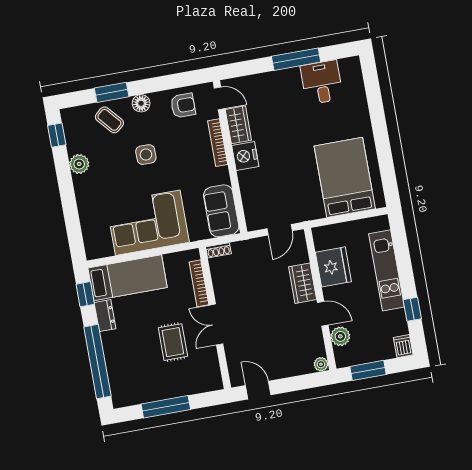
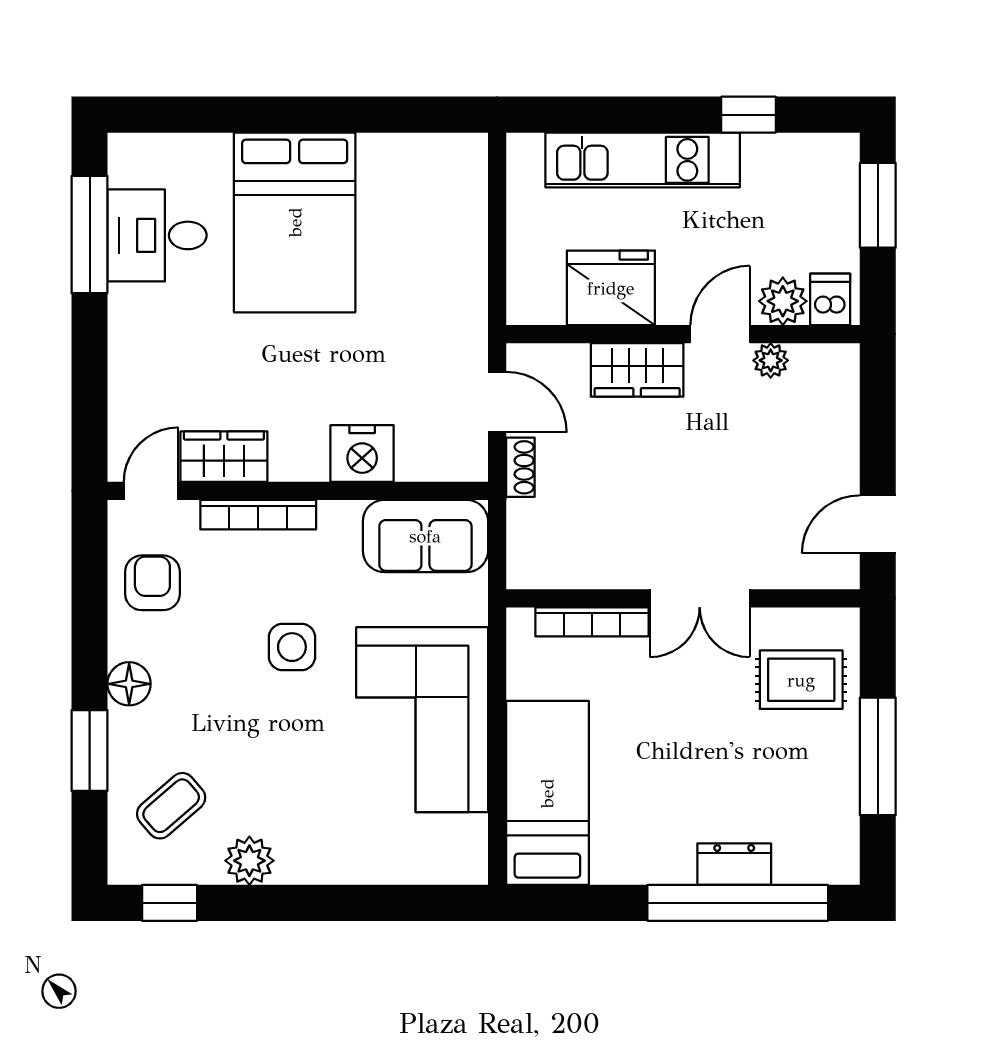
window: (296, 59) -> (90, 235), moved
coffee table: (109, 120) -> (171, 806), moved
side table: (146, 155) -> (292, 647), moved
nightstand: (245, 156) -> (362, 454), moved
bed: (345, 177) -> (295, 222), moved, turned -90
shoe rack: (218, 250) -> (520, 467), moved
window: (85, 294) -> (569, 903), removed
dresser: (105, 316) -> (734, 864), moved
rug: (173, 342) -> (801, 680), moved
dishwasher: (403, 346) -> (830, 299), moved, turned 90
plant: (321, 364) -> (771, 360), moved
window: (368, 370) -> (878, 205), moved

